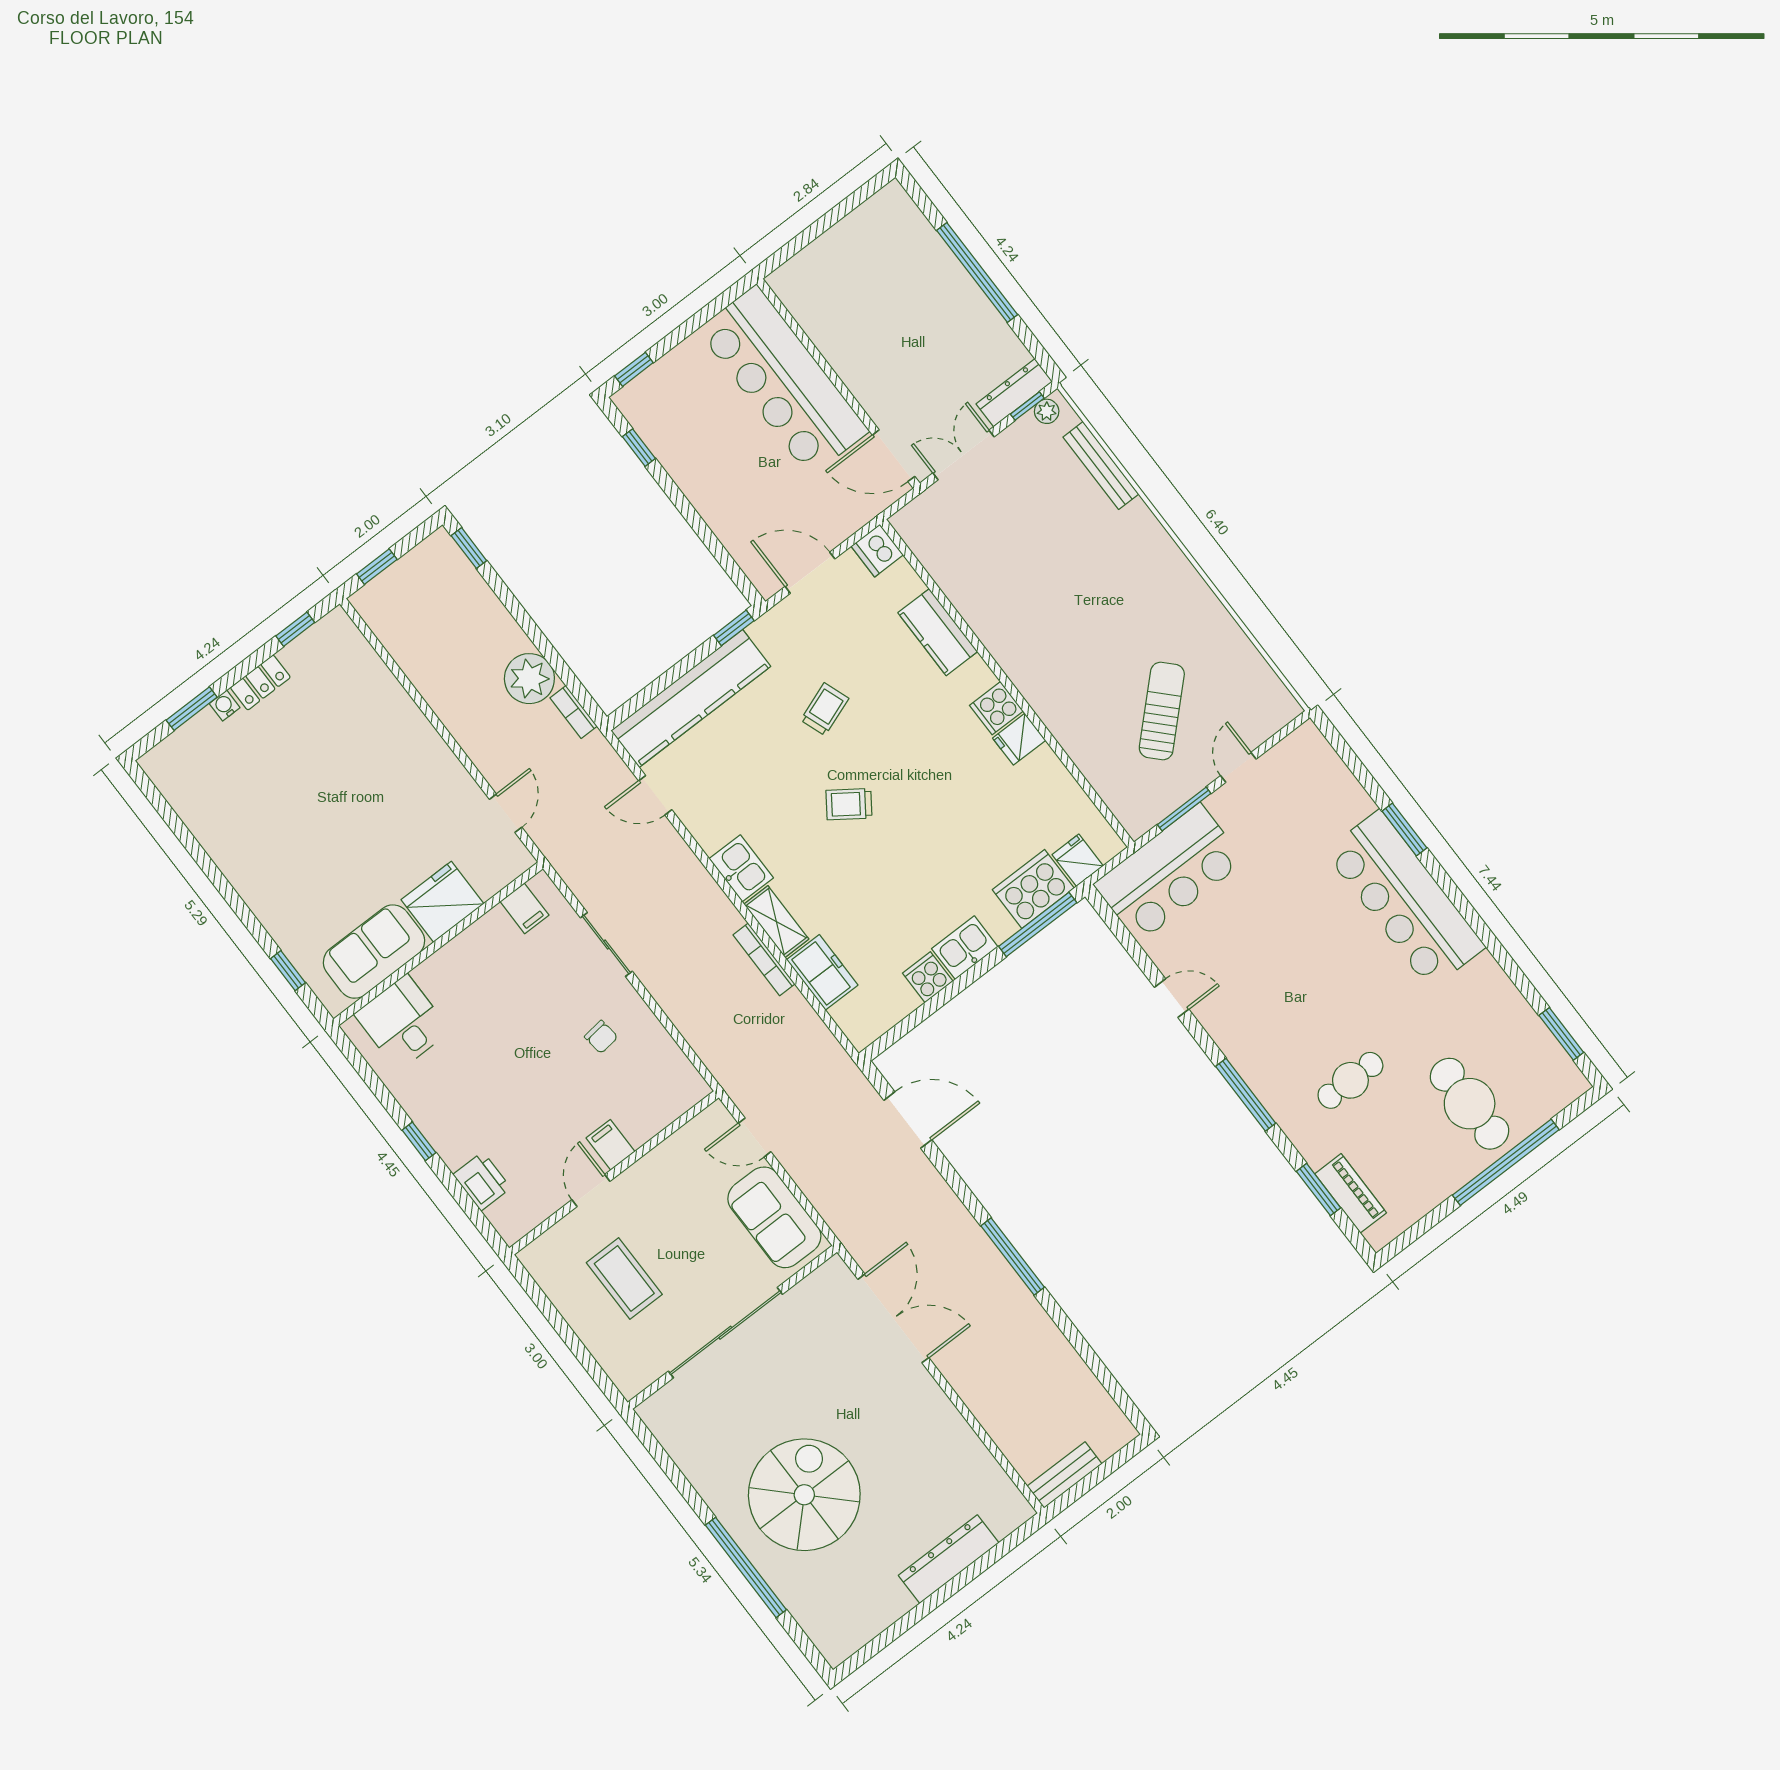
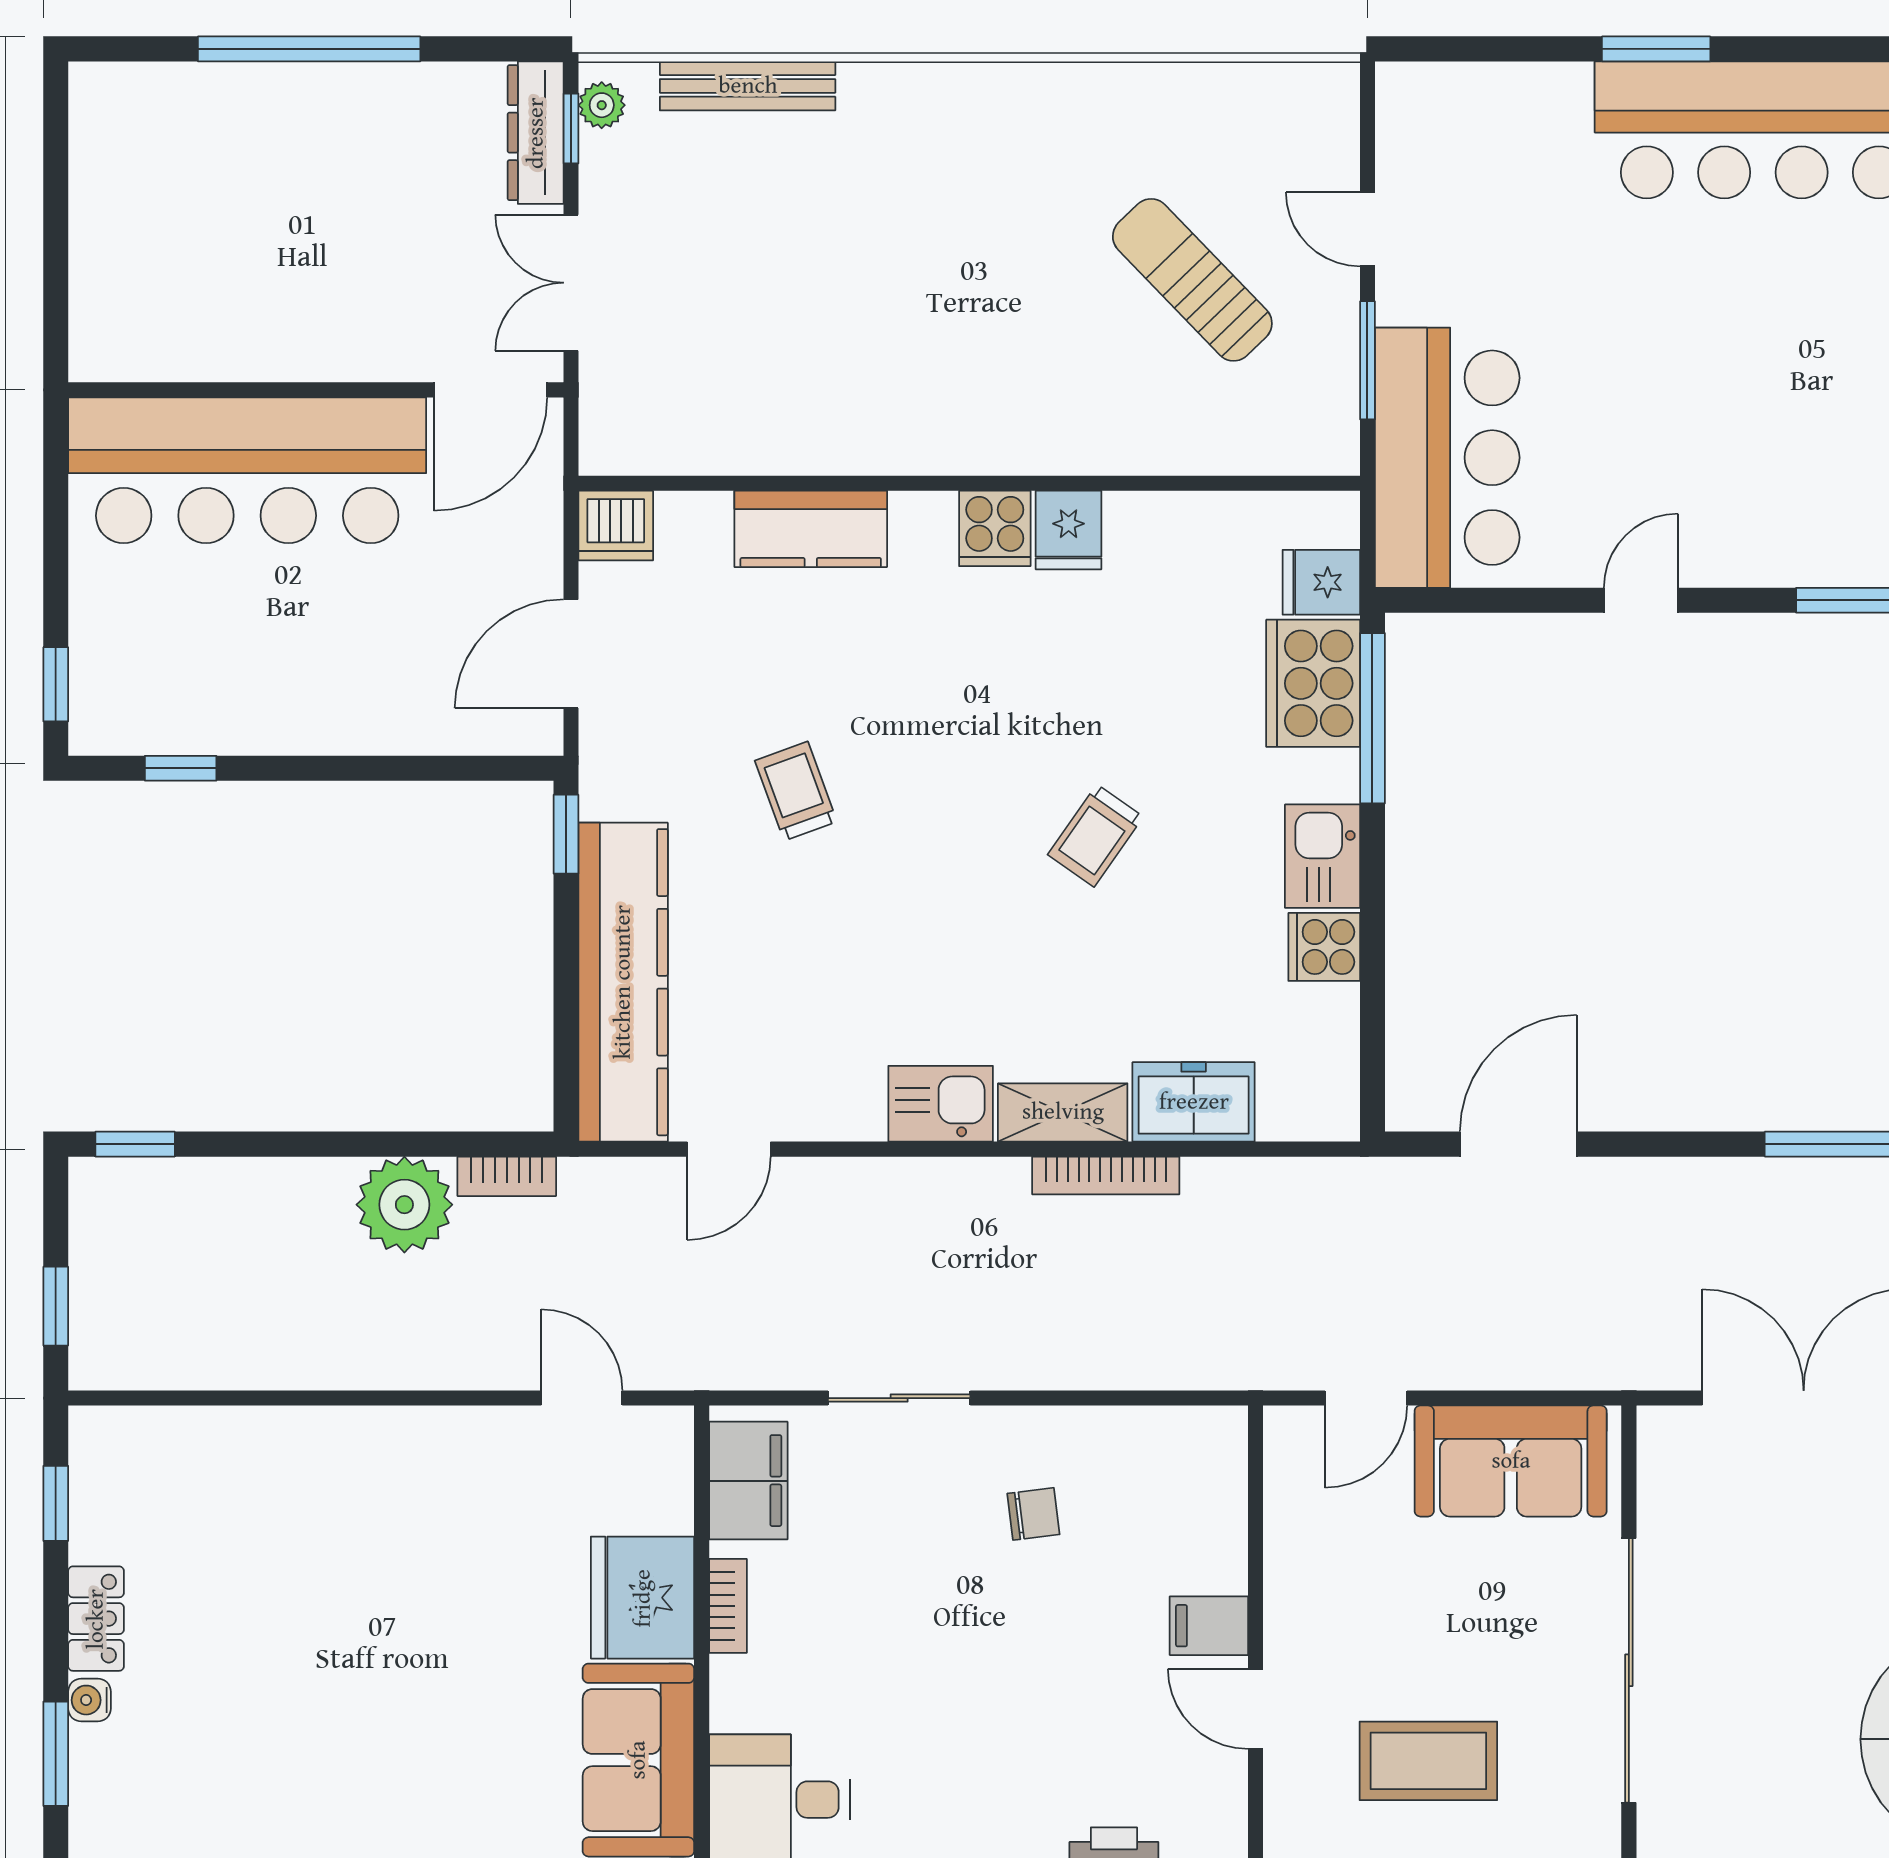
trolley: (849, 804) -> (1095, 836), moved
filing cabinet: (524, 908) -> (748, 1481), width x2.00
bookcase: (466, 940) -> (728, 1606), added

